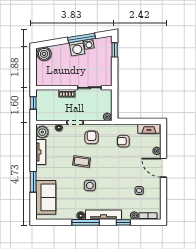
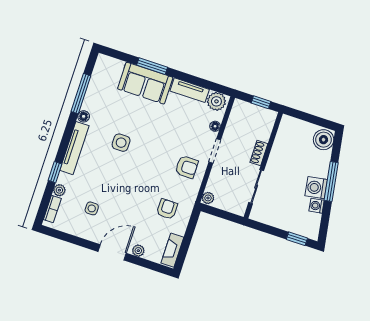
window: (81, 38) -> (331, 182), moved
coffee table: (82, 161) -> (158, 142), removed
sofa: (46, 197) -> (145, 83), moved
window: (86, 222) -> (81, 94), moved

